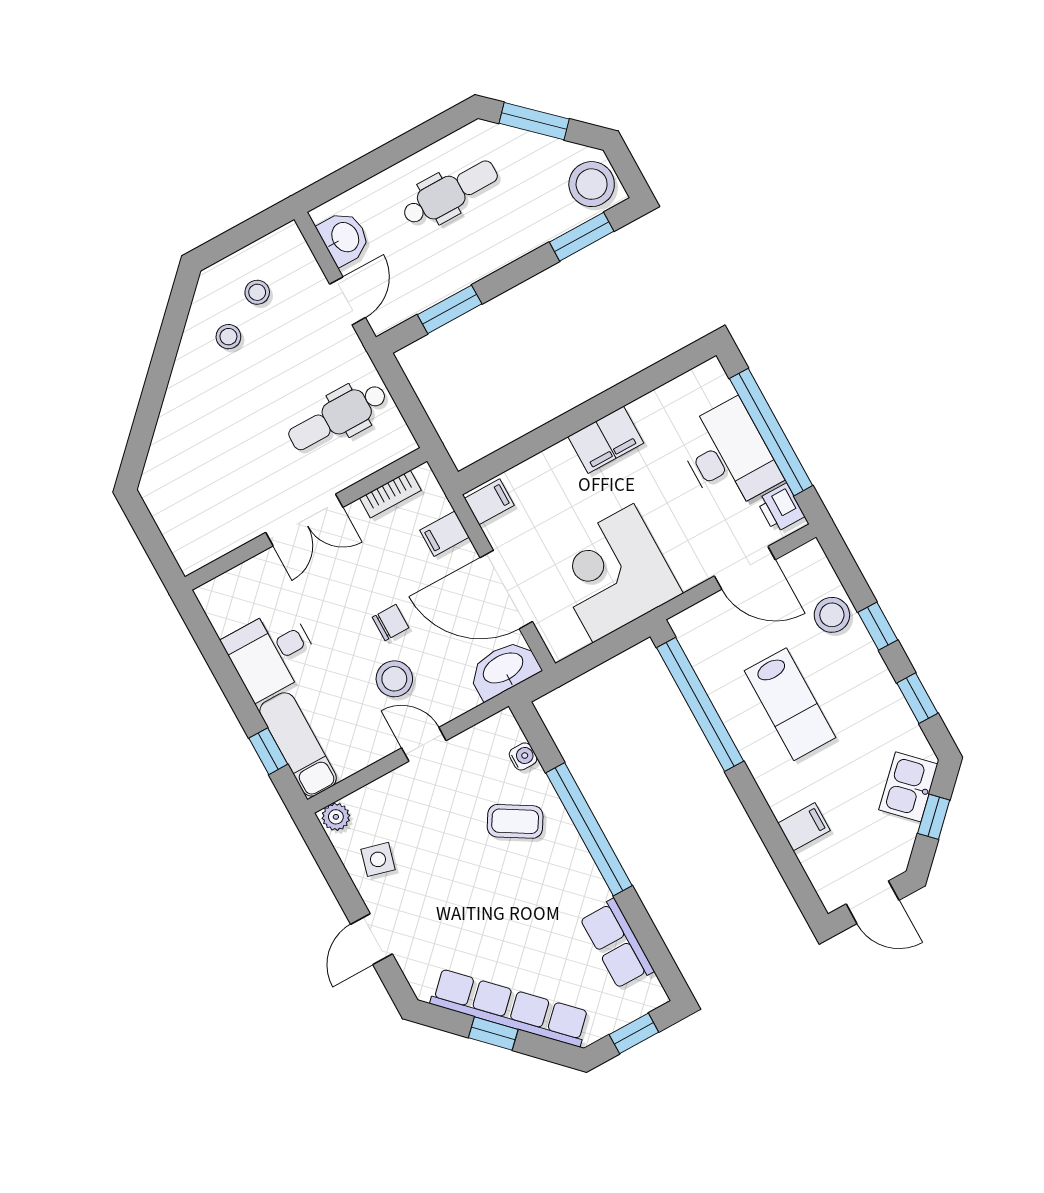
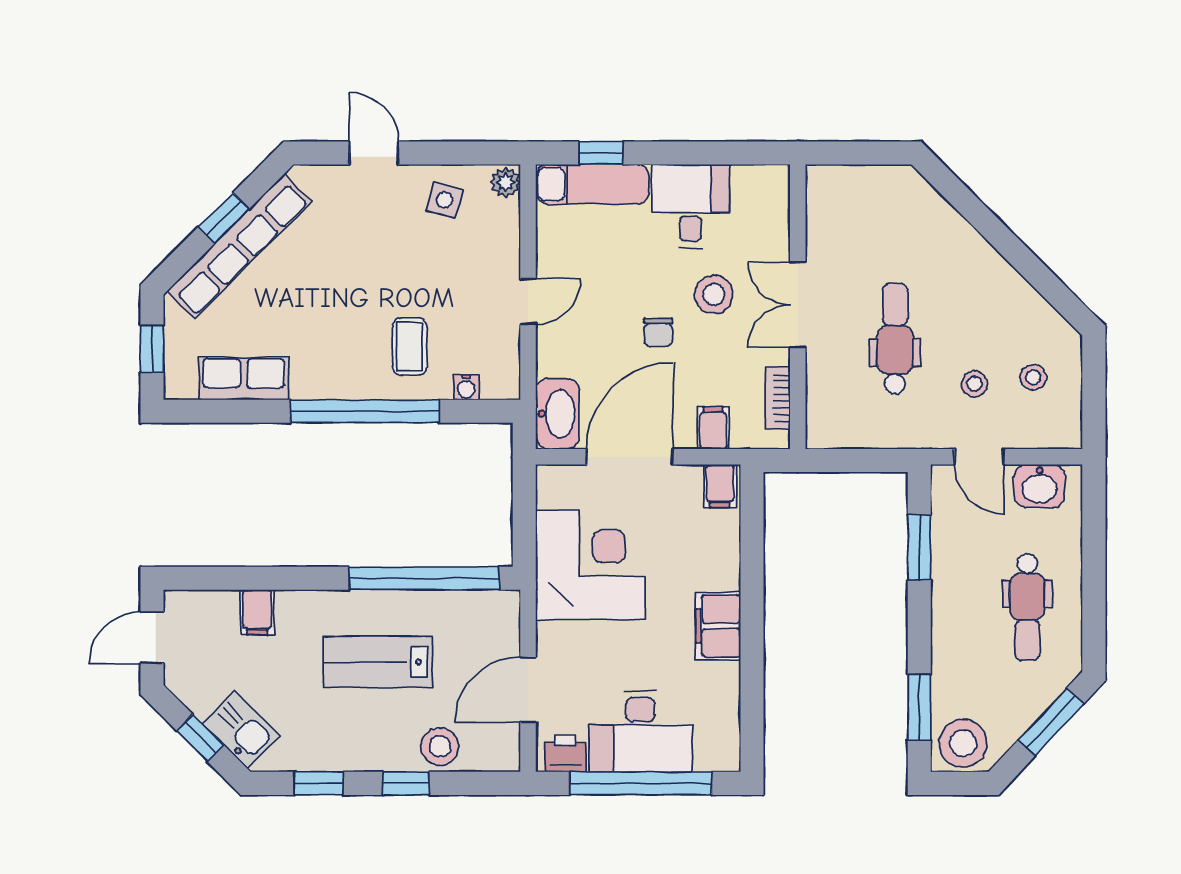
stool: (228, 337) -> (974, 384), moved
dental chair: (338, 417) -> (895, 339), moved
stool: (394, 679) -> (714, 295), moved
coffee table: (515, 821) -> (410, 347), turned -31

